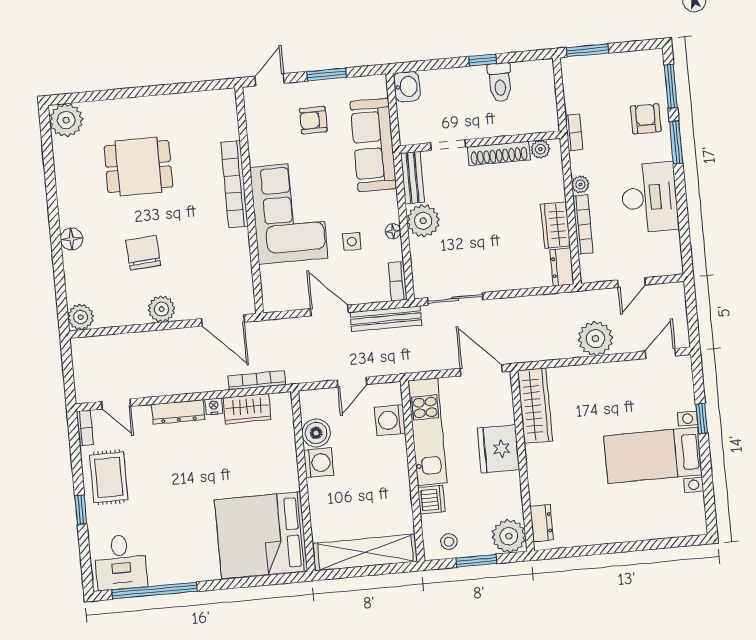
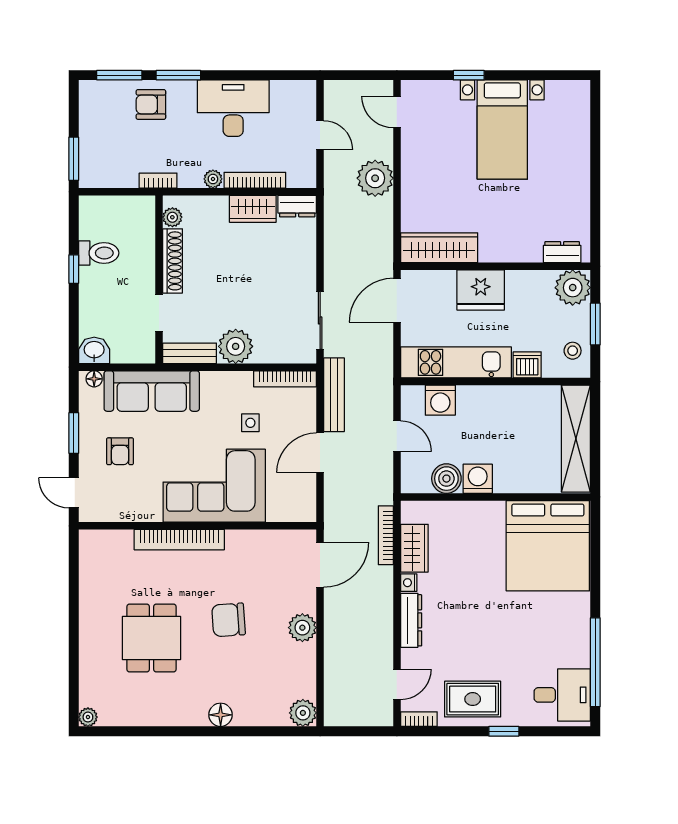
plant: (66, 120) -> (88, 717), width x0.53, depth x0.53
floor lamp: (393, 231) -> (94, 379), moved
chair: (143, 253) -> (229, 620), moved
bookcase: (398, 281) -> (285, 379), width x1.56

